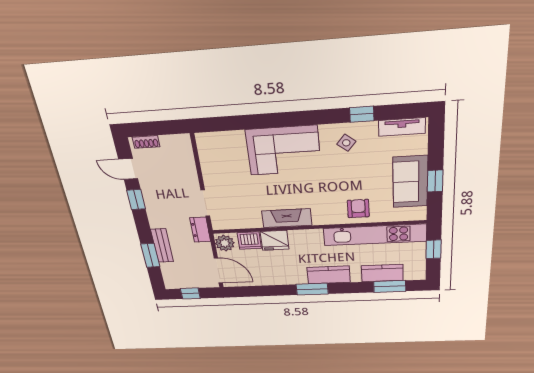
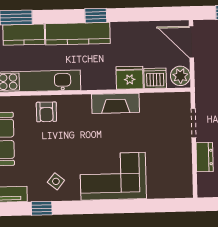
dresser: (200, 230) -> (205, 157), moved
kitchen counter: (329, 275) -> (78, 34), width x1.50
window: (312, 289) -> (96, 16), width x0.67

